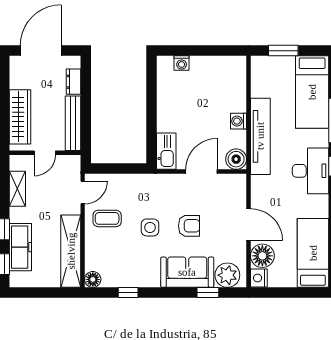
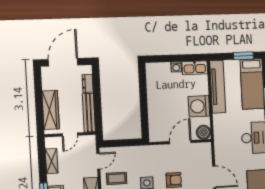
window: (283, 51) -> (243, 56), moved
washing machine: (182, 63) -> (176, 67), moved
washing machine: (239, 121) -> (199, 106), width x1.89, depth x1.89
tv unit: (260, 136) -> (218, 87), moved
kitchen sink: (166, 151) -> (195, 68), moved, turned 90

